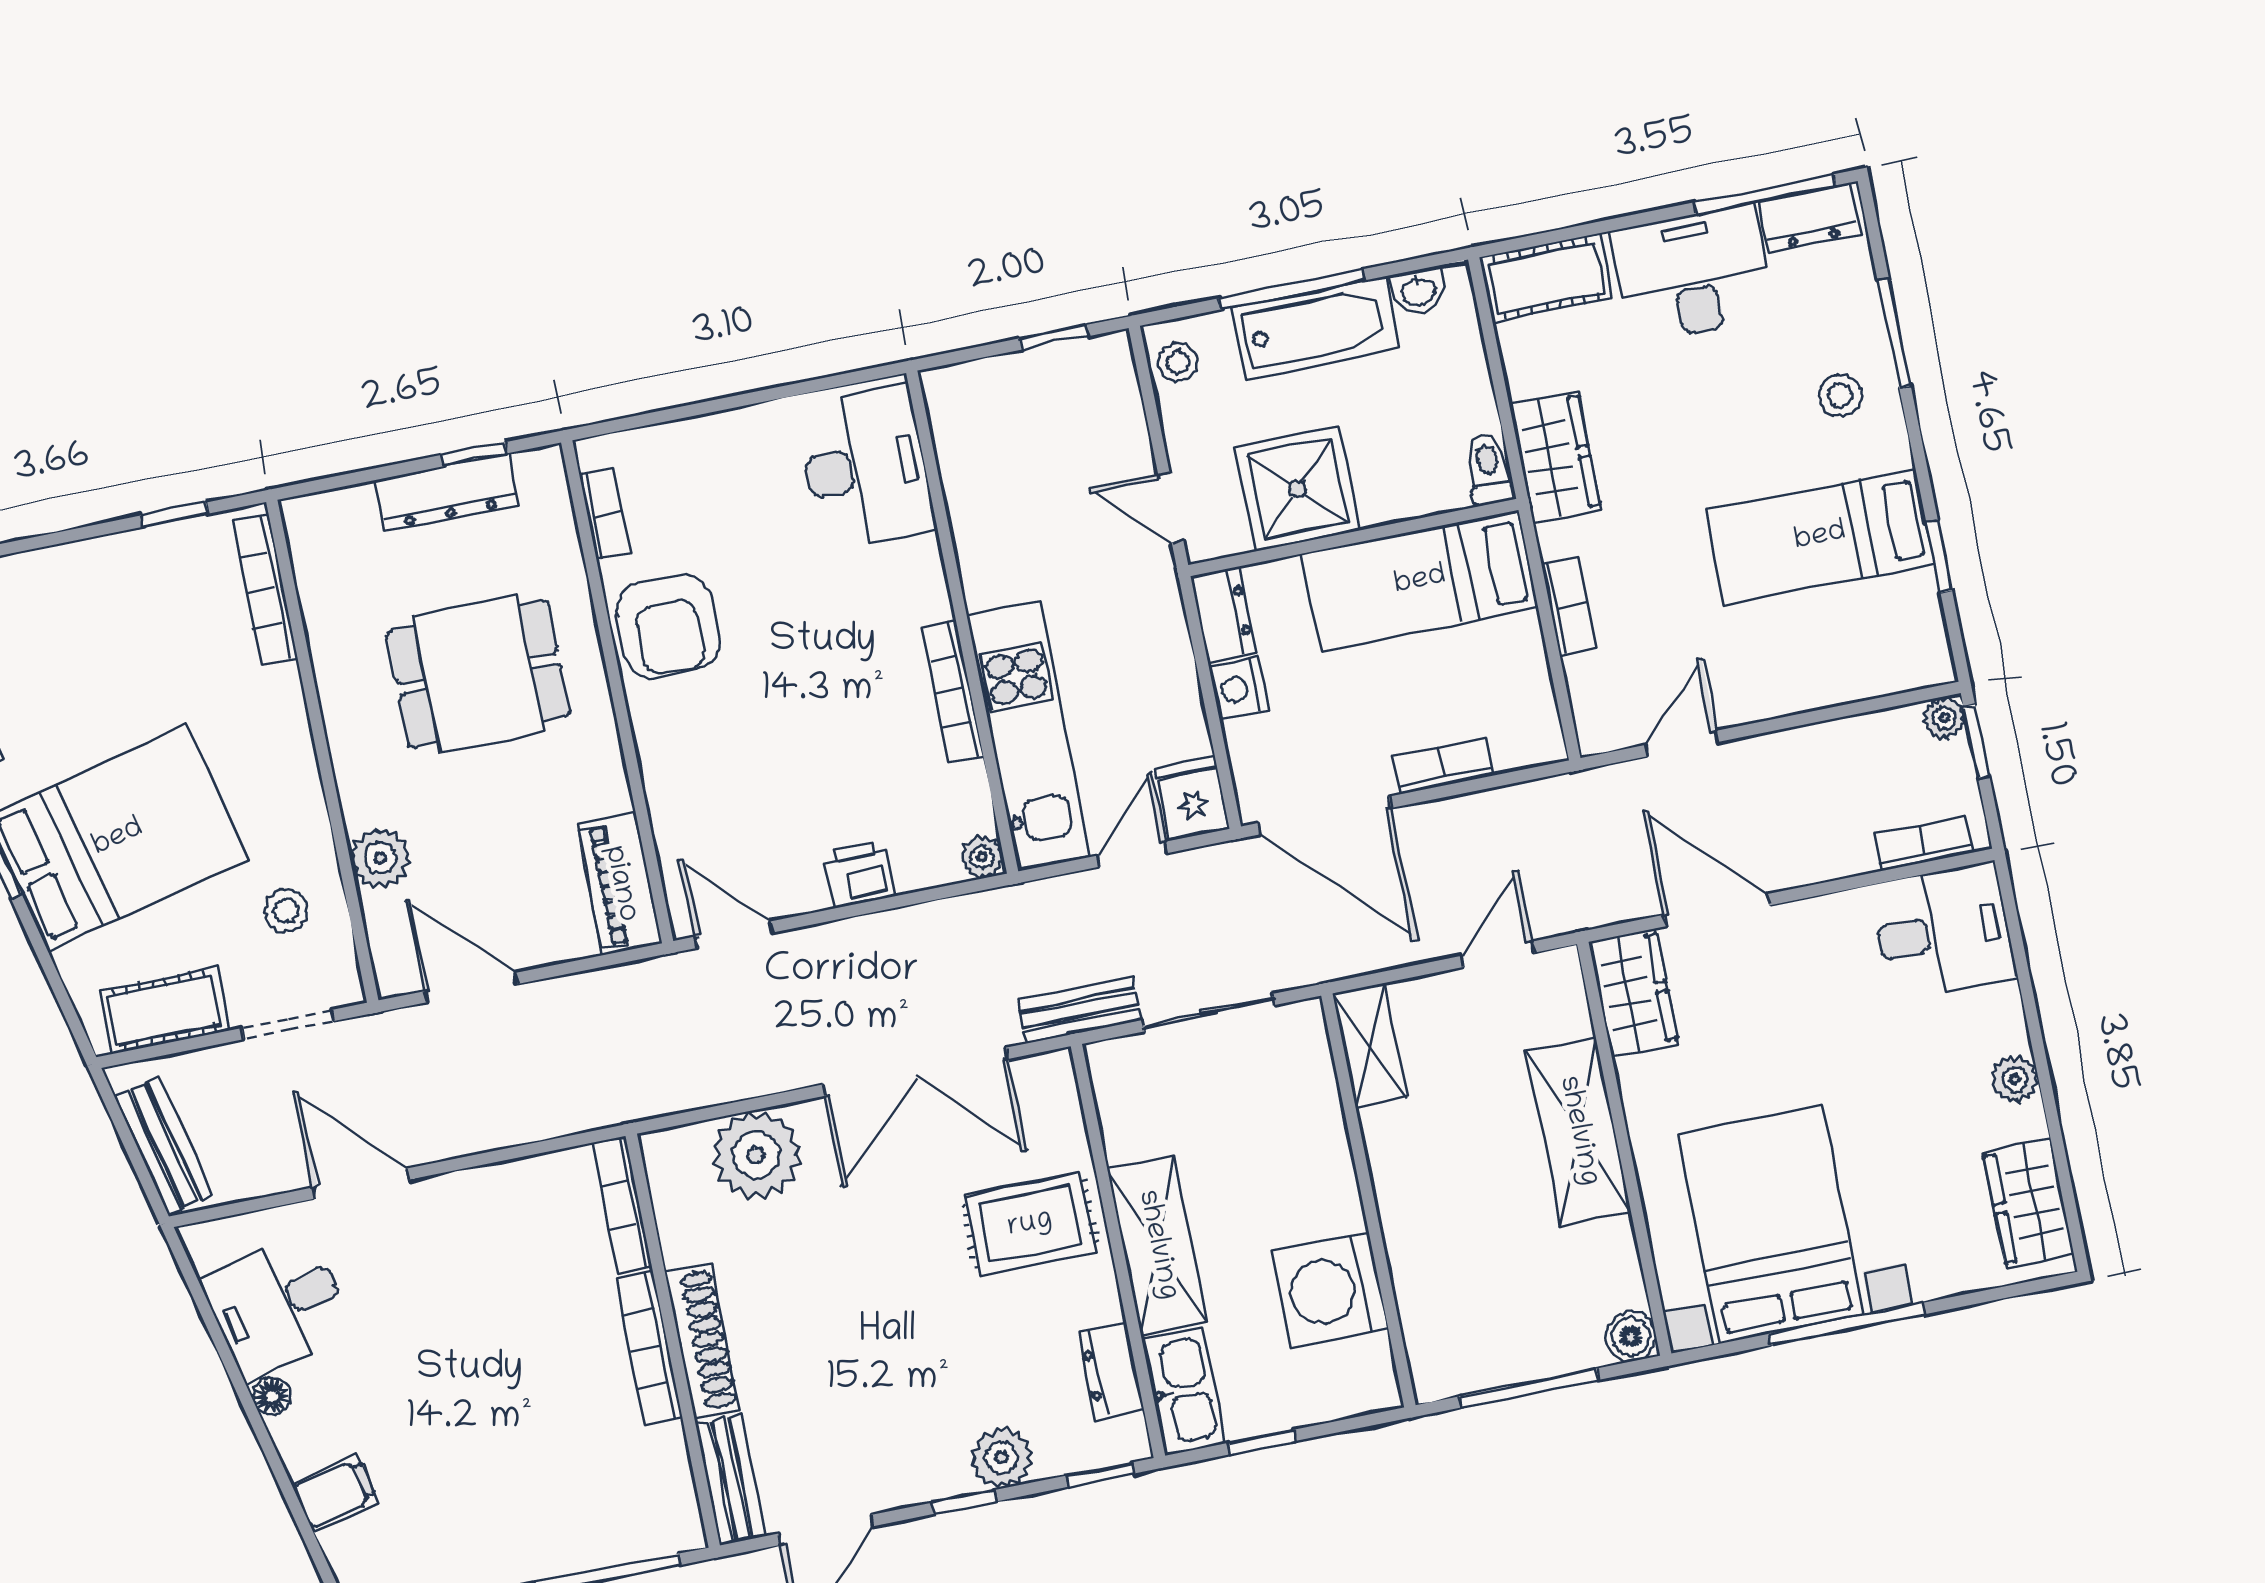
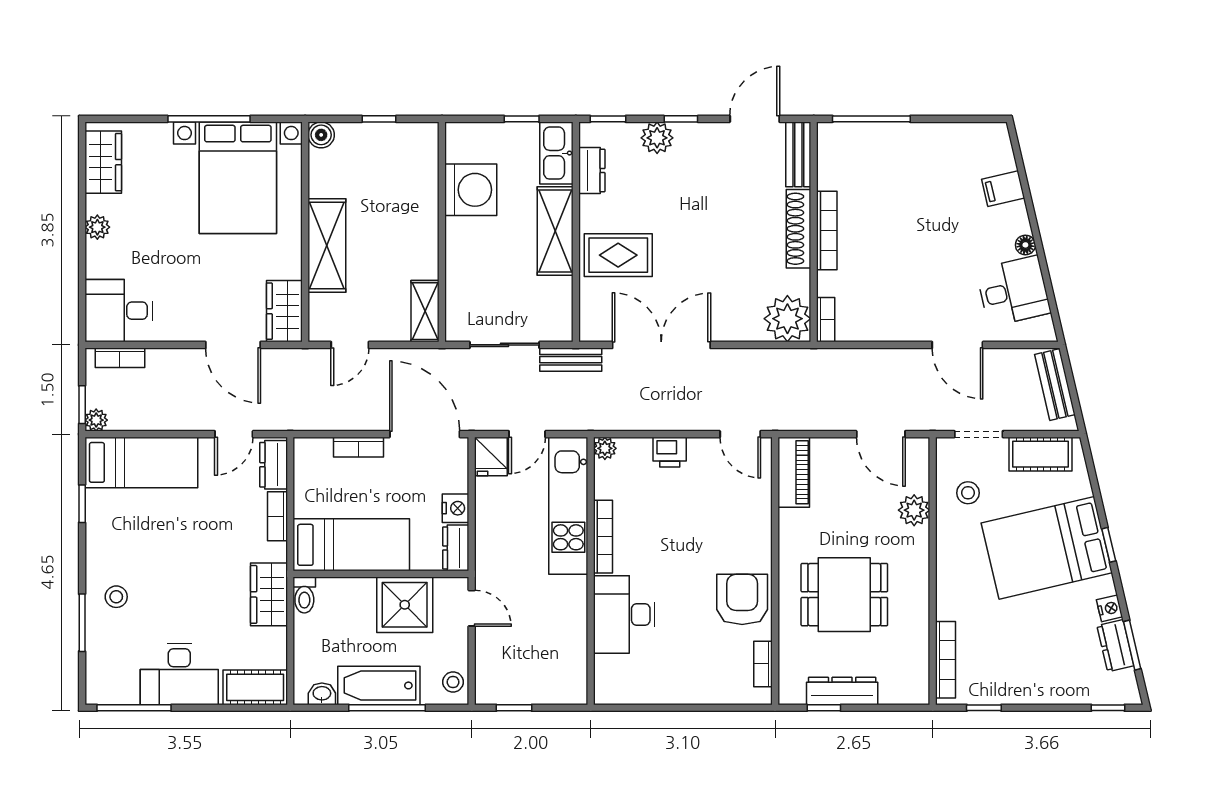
dresser: (1809, 217) -> (274, 465), moved, turned -90
desk: (866, 467) -> (624, 614), moved
bed: (1820, 537) -> (141, 462), moved
plant: (756, 1155) -> (787, 319), moved
bookcase: (622, 1205) -> (826, 320), width x0.64
window: (1529, 1388) -> (379, 119), width x0.46

